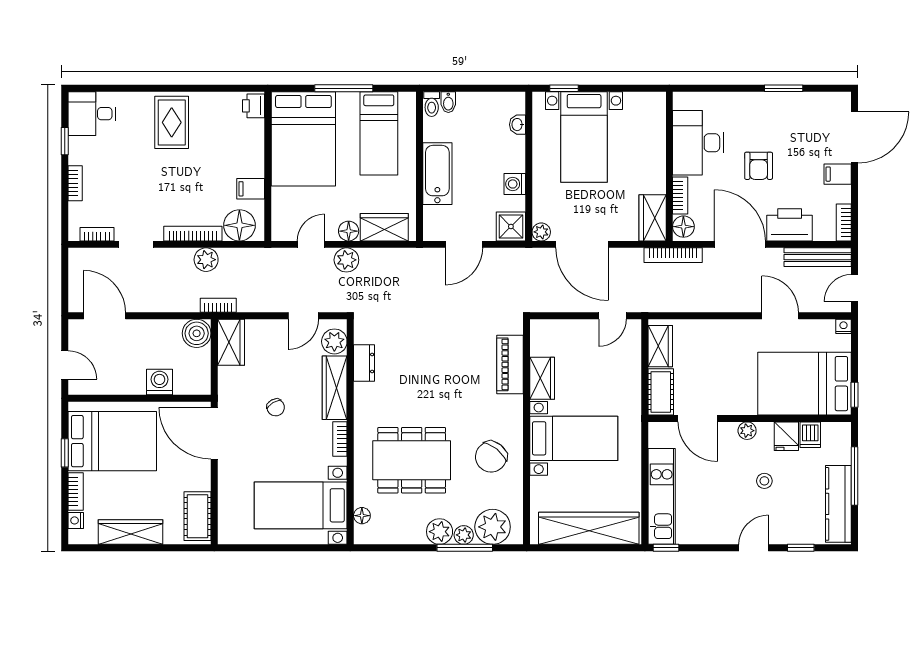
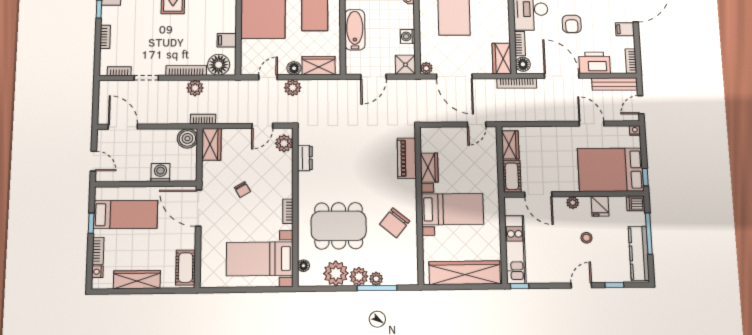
wardrobe: (335, 388) -> (284, 175), removed
dishwasher: (810, 435) -> (636, 204), moved, turned 90
bed: (112, 441) -> (126, 214), width x0.67
plant: (493, 527) -> (336, 273), moved

